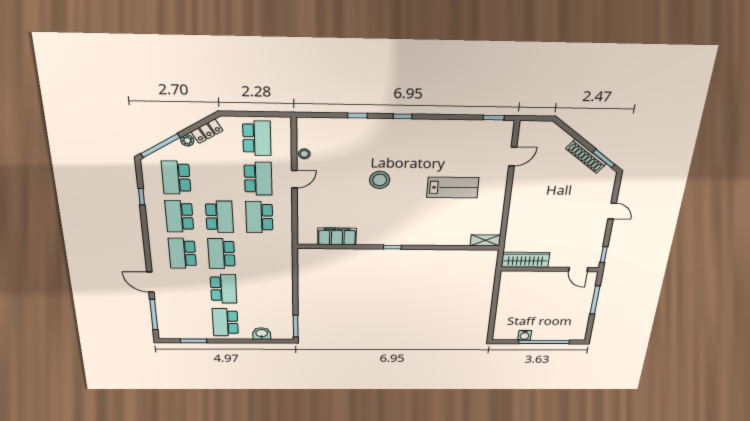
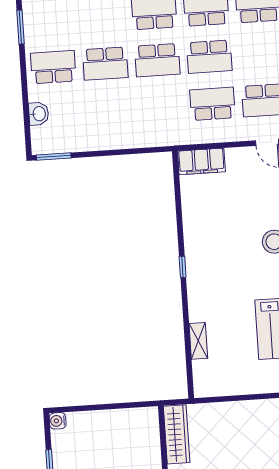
filing cabinet: (337, 236) -> (201, 161), moved, turned 90
shelving: (485, 240) -> (198, 341), moved
school desk: (221, 254) -> (157, 60), turned 180
water cooler: (525, 335) -> (58, 421), moved

